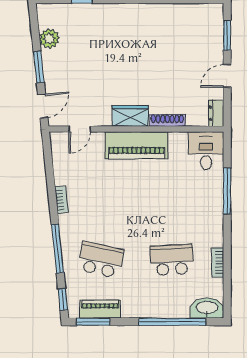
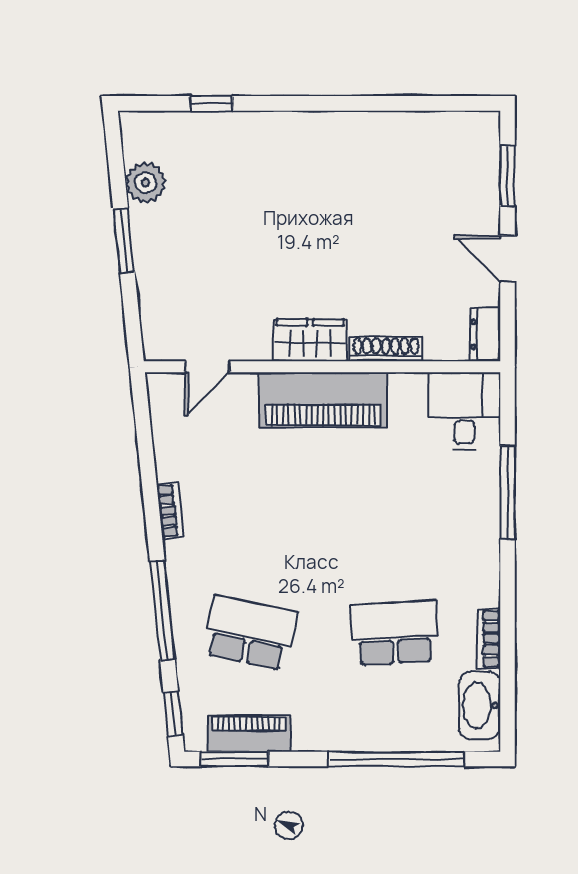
door: (227, 76) -> (508, 259), hinge flipped
door: (43, 106) -> (132, 320), removed
washbasin: (207, 308) -> (480, 705), moved, turned -90

